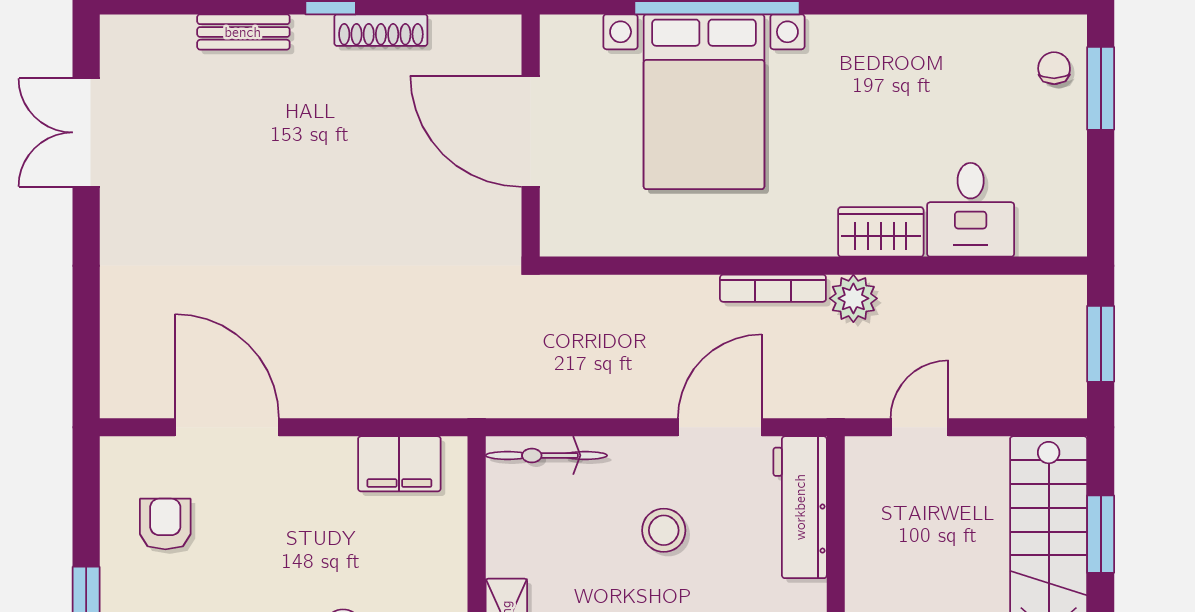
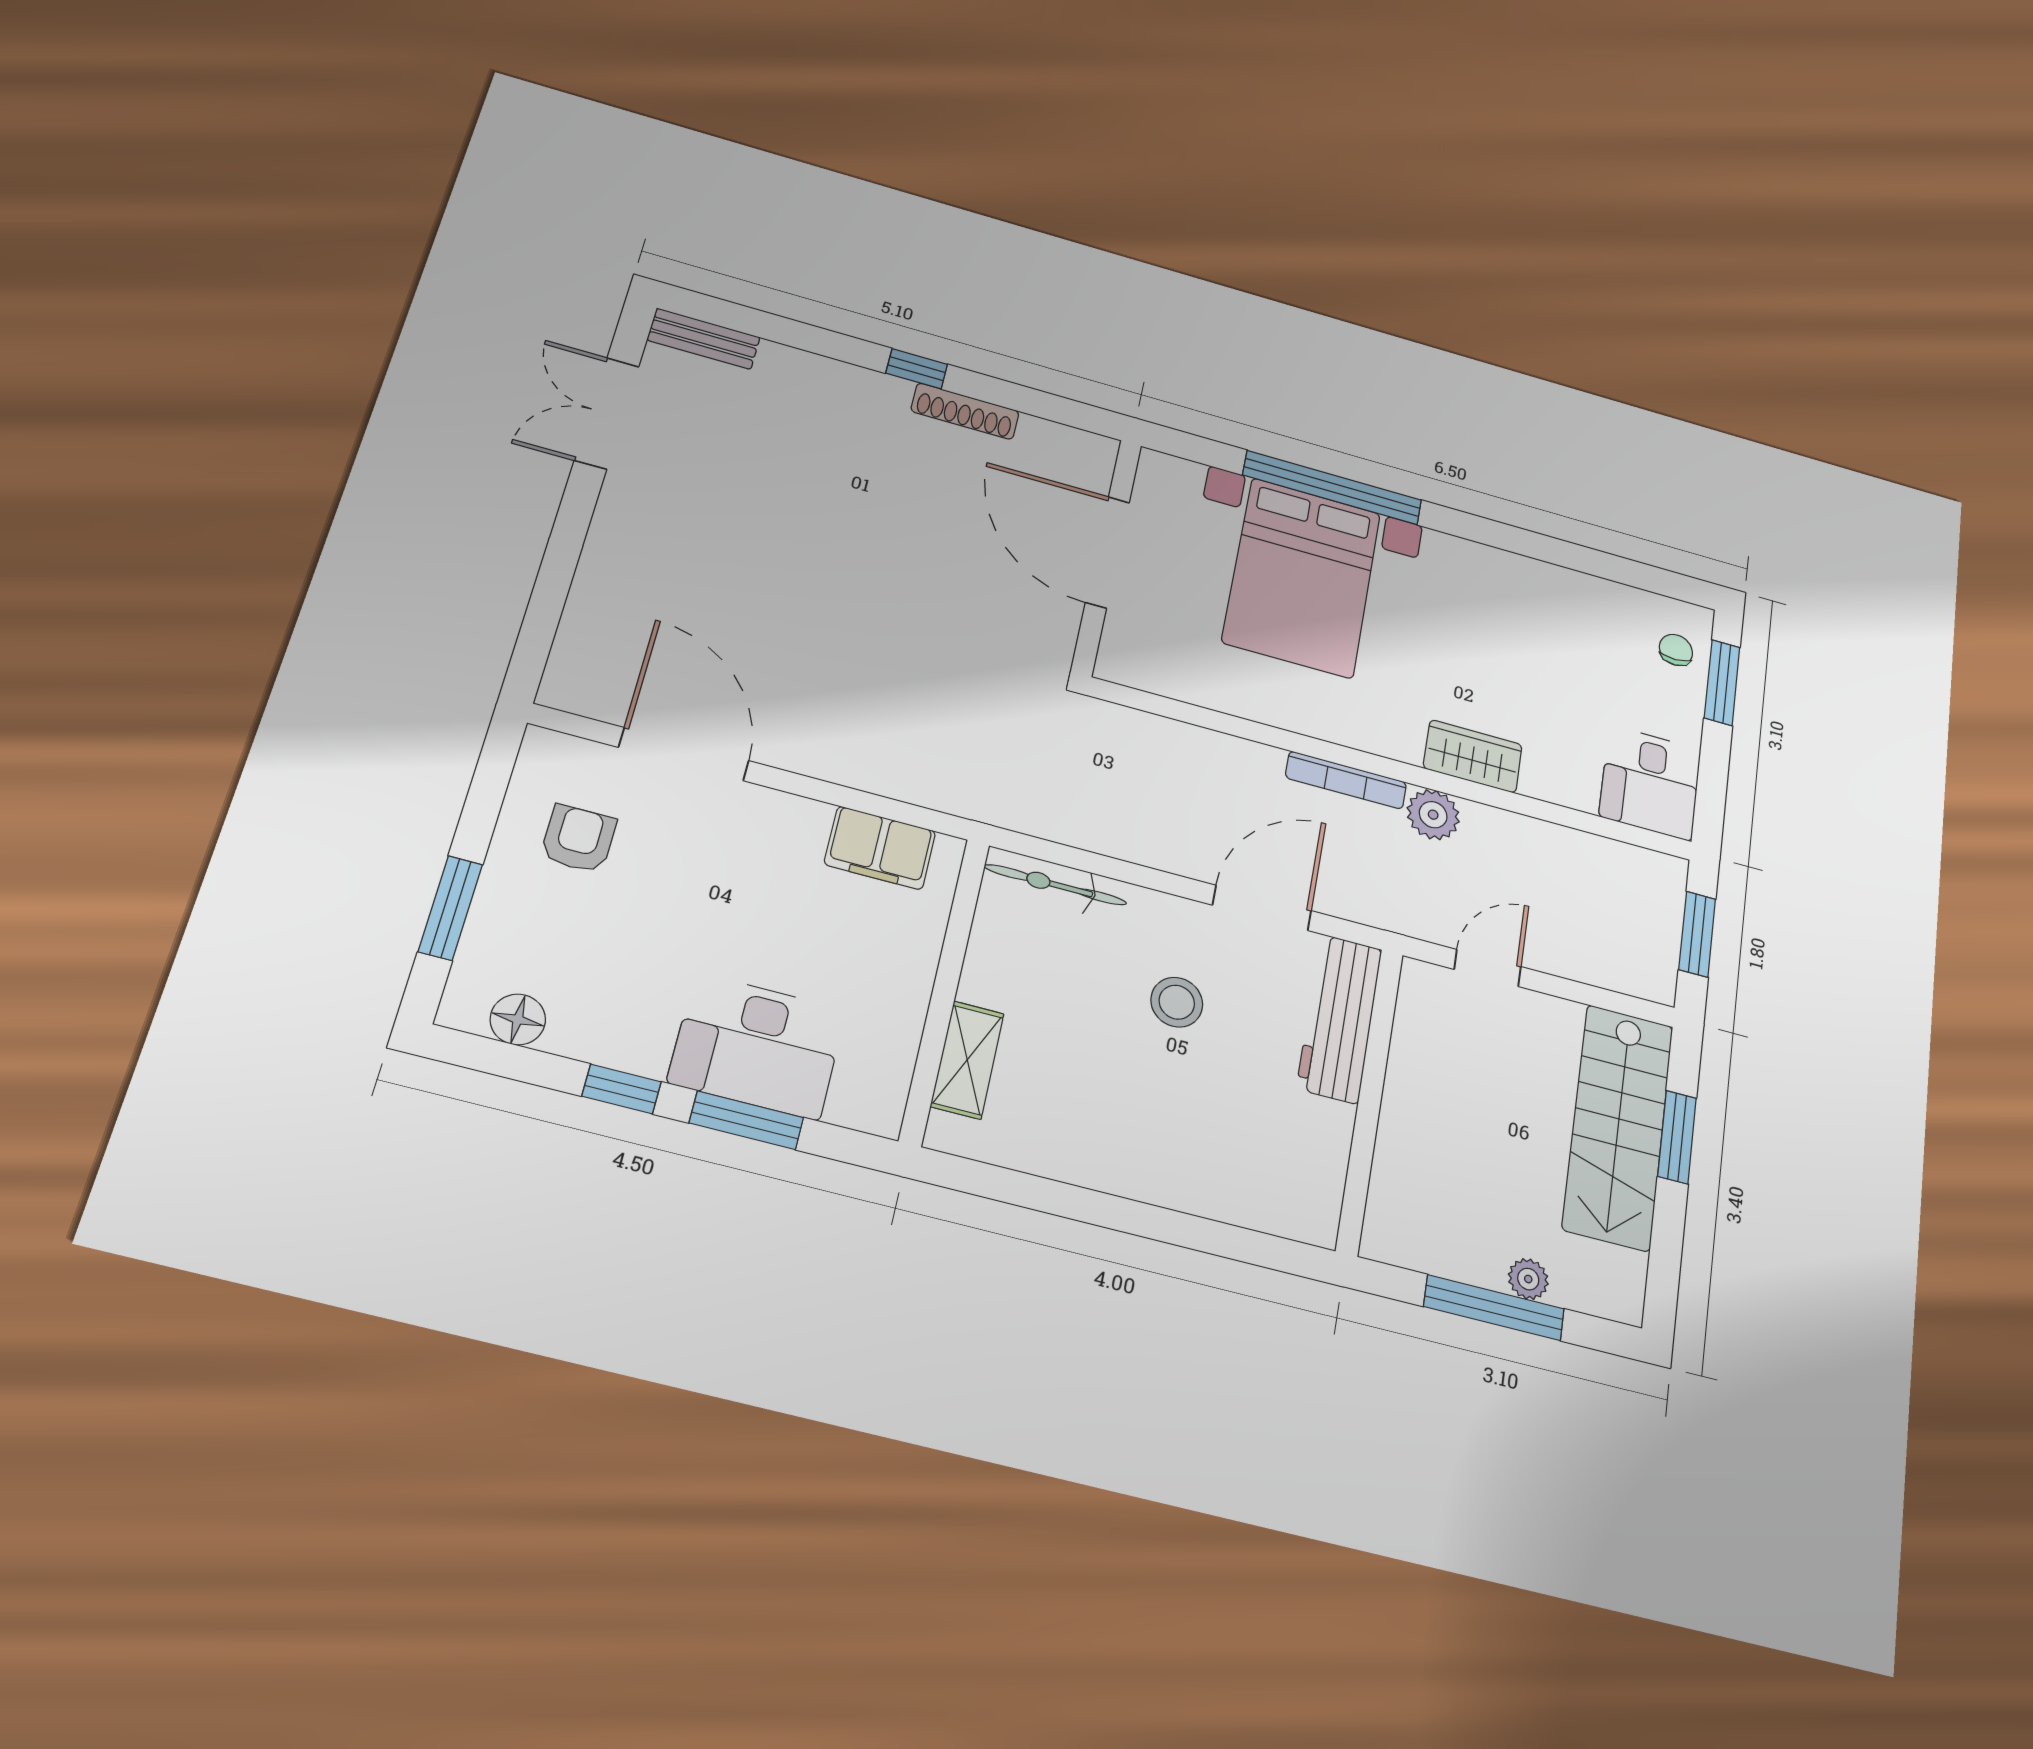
bench: (243, 32) -> (704, 339), moved
desk: (971, 210) -> (1650, 783), moved

